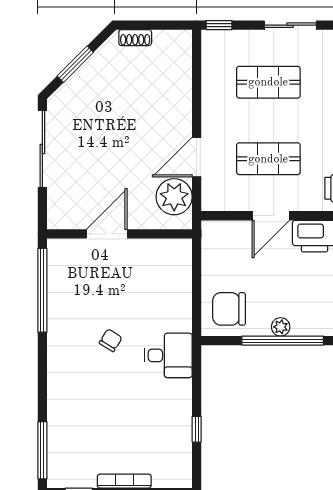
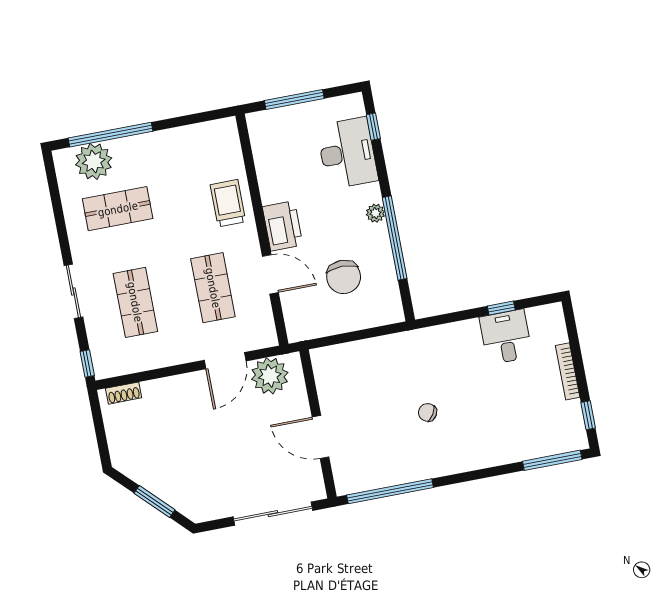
shoe rack: (135, 38) -> (124, 393), moved, turned 90
sliding door: (42, 149) -> (273, 514), moved
door: (197, 157) -> (225, 361), hinge flipped
chair: (229, 309) -> (344, 277), moved
plant: (281, 327) -> (375, 213), moved
desk: (168, 355) -> (506, 337), moved

